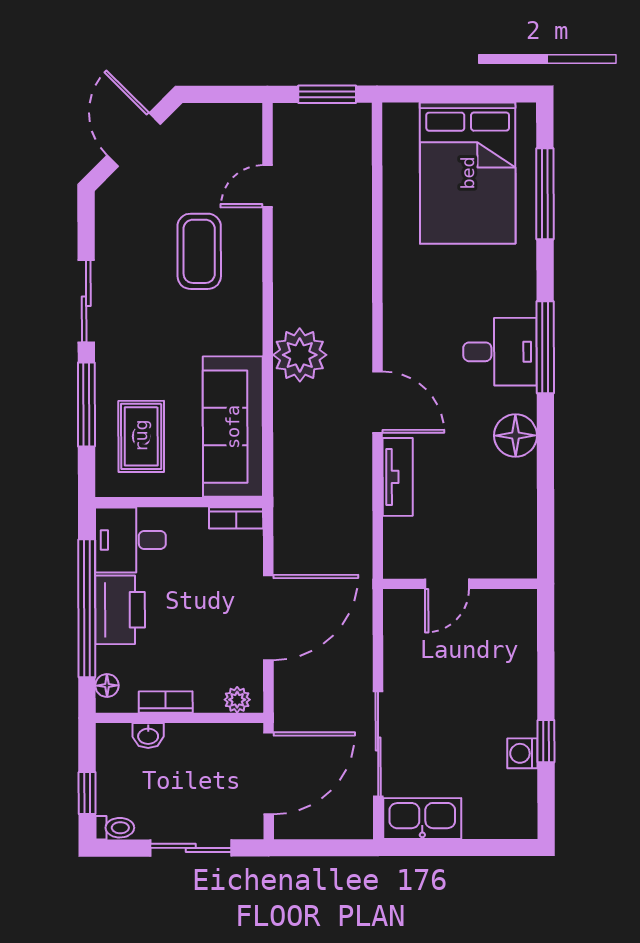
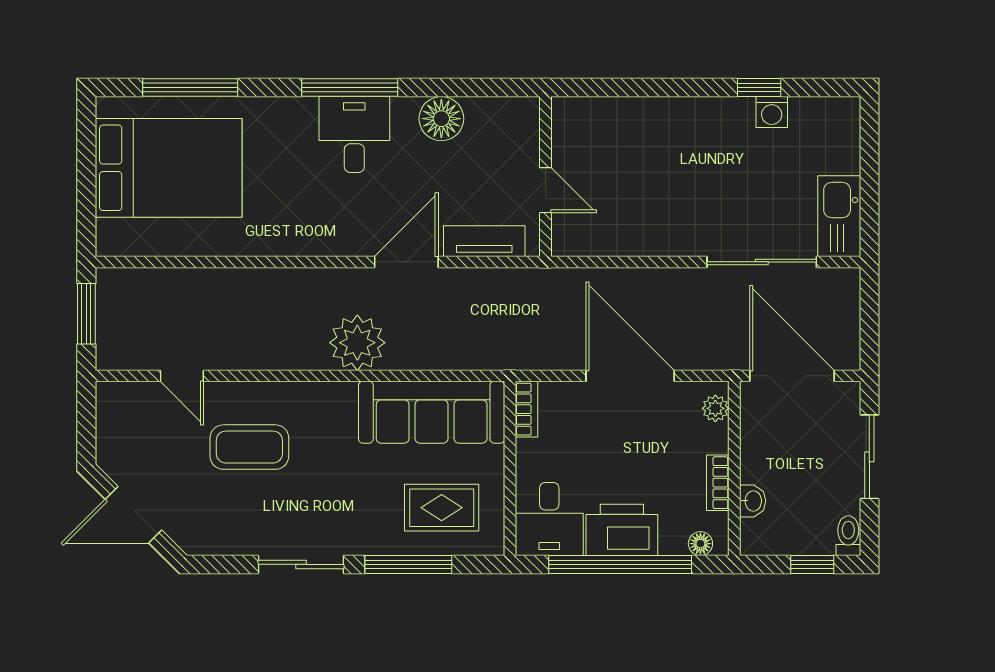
door: (447, 584) -> (546, 190), moved
wall: (460, 584) -> (546, 177), moved

